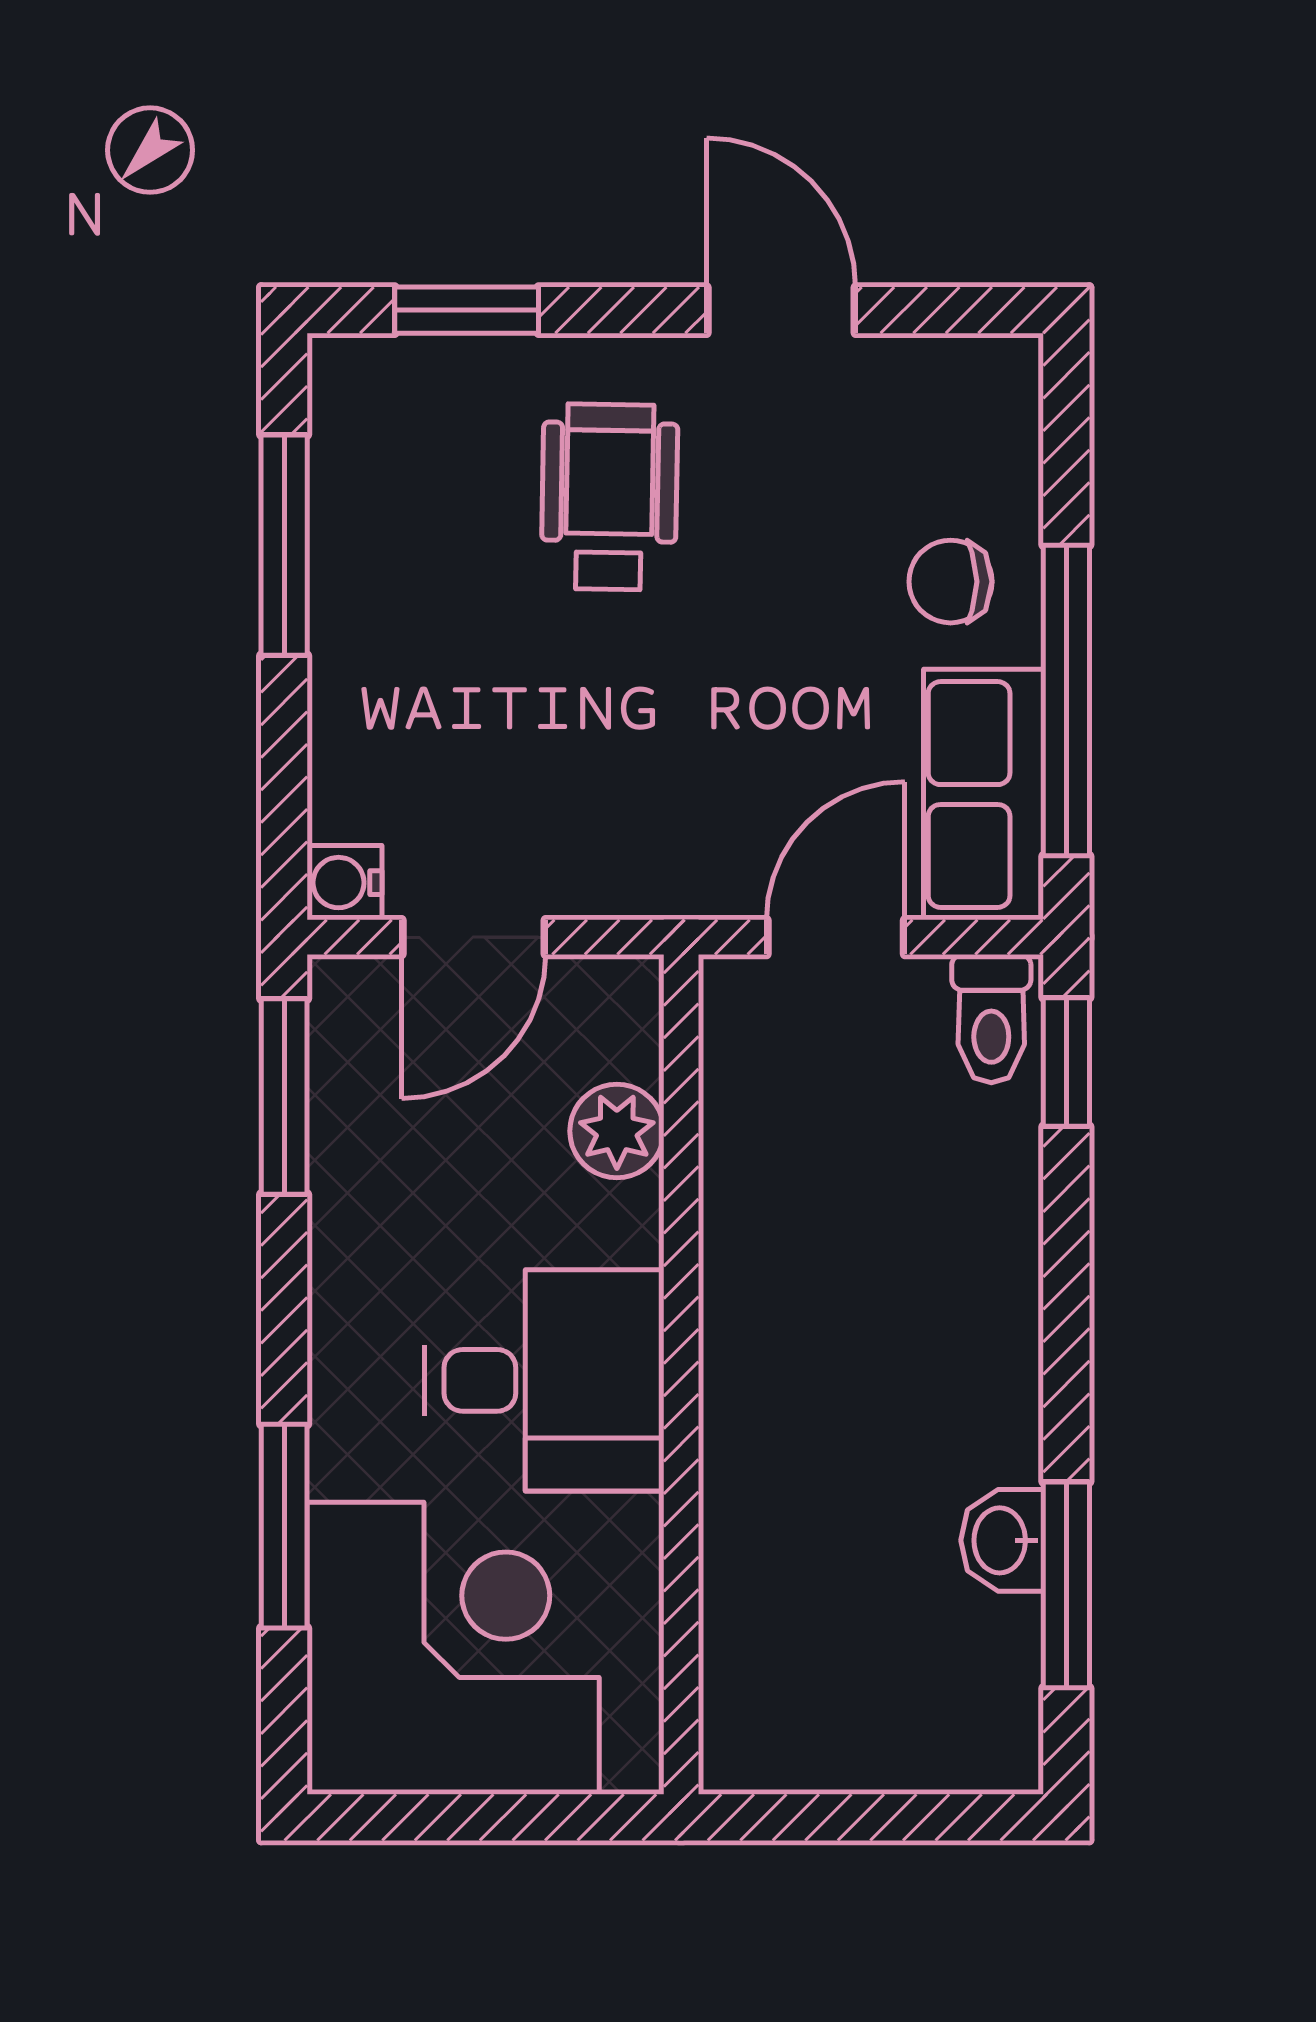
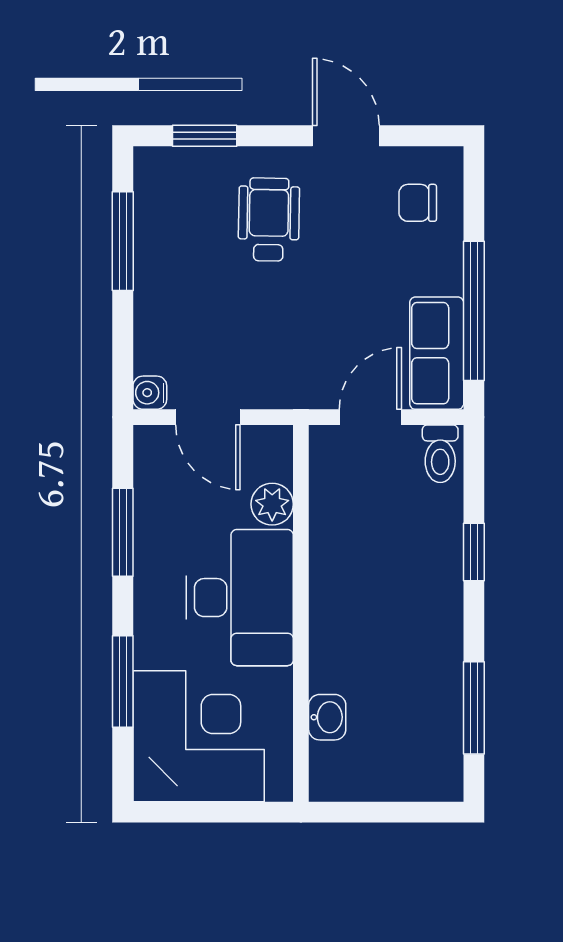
chair: (951, 582) -> (418, 203), moved
door: (474, 937) -> (208, 417), hinge flipped
window: (1066, 1062) -> (474, 552), moved
window: (284, 1096) -> (123, 532), moved
desk: (544, 1380) -> (240, 598), width x1.37
washbasin: (1002, 1540) -> (327, 717), moved, turned 180

